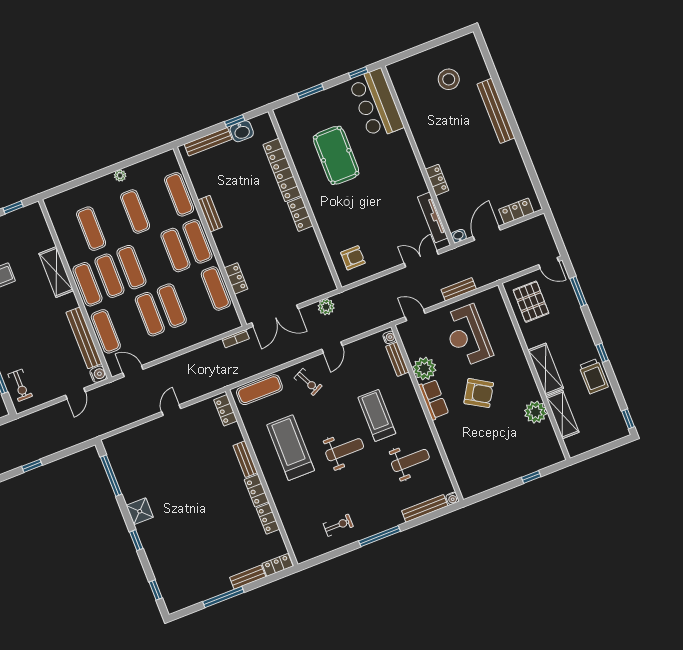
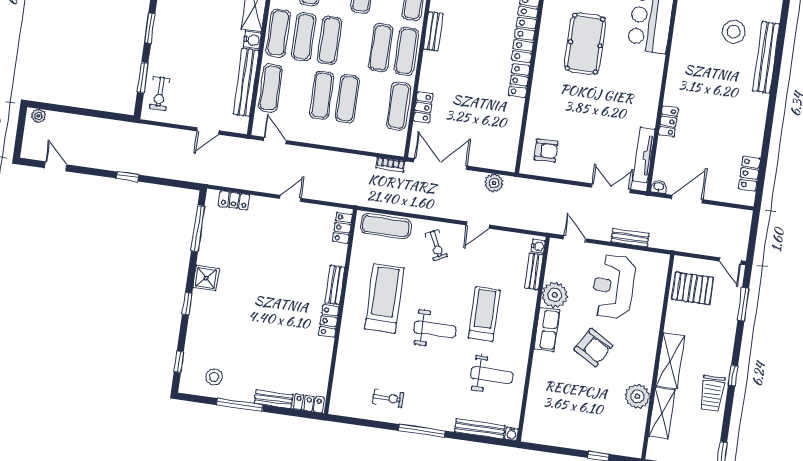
bench: (496, 111) -> (766, 57), moved
locker: (516, 211) -> (749, 174), moved, turned -90
pallet: (531, 302) -> (693, 288), turned 90
double door: (275, 316) -> (440, 164), swing flipped
water cooler: (98, 374) -> (252, 40), moved
locker: (268, 519) -> (234, 200), moved, turned -90
stool: (190, 586) -> (214, 377), added

